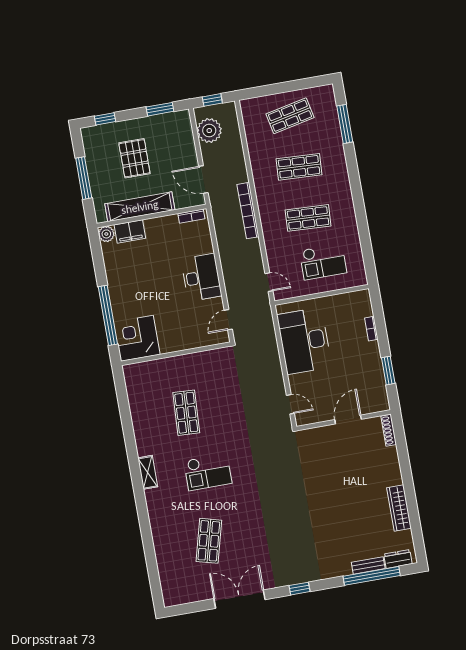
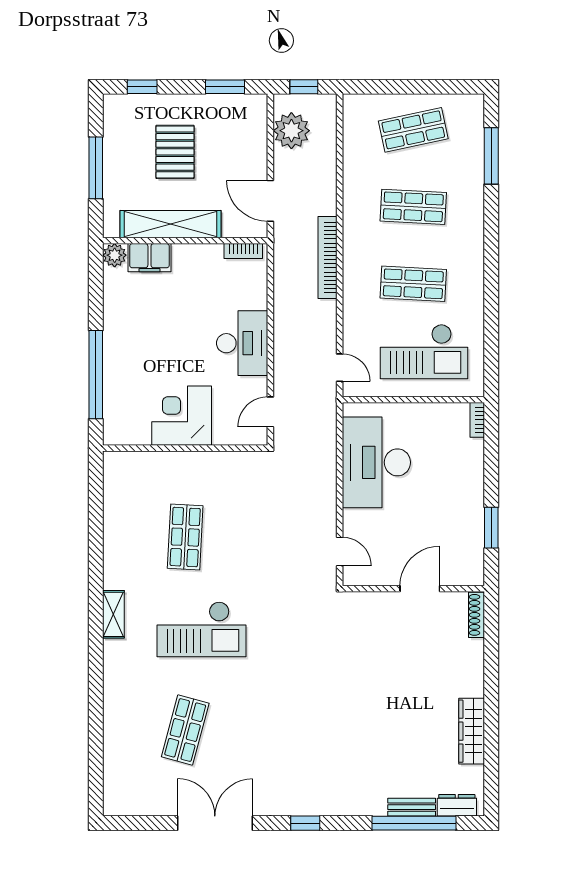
checkout: (323, 262) -> (424, 351), width x1.36, depth x1.21
bookcase: (371, 329) -> (477, 420), moved
corner desk: (137, 338) -> (182, 416), moved
checkout: (208, 472) -> (201, 629), width x1.36, depth x1.21

